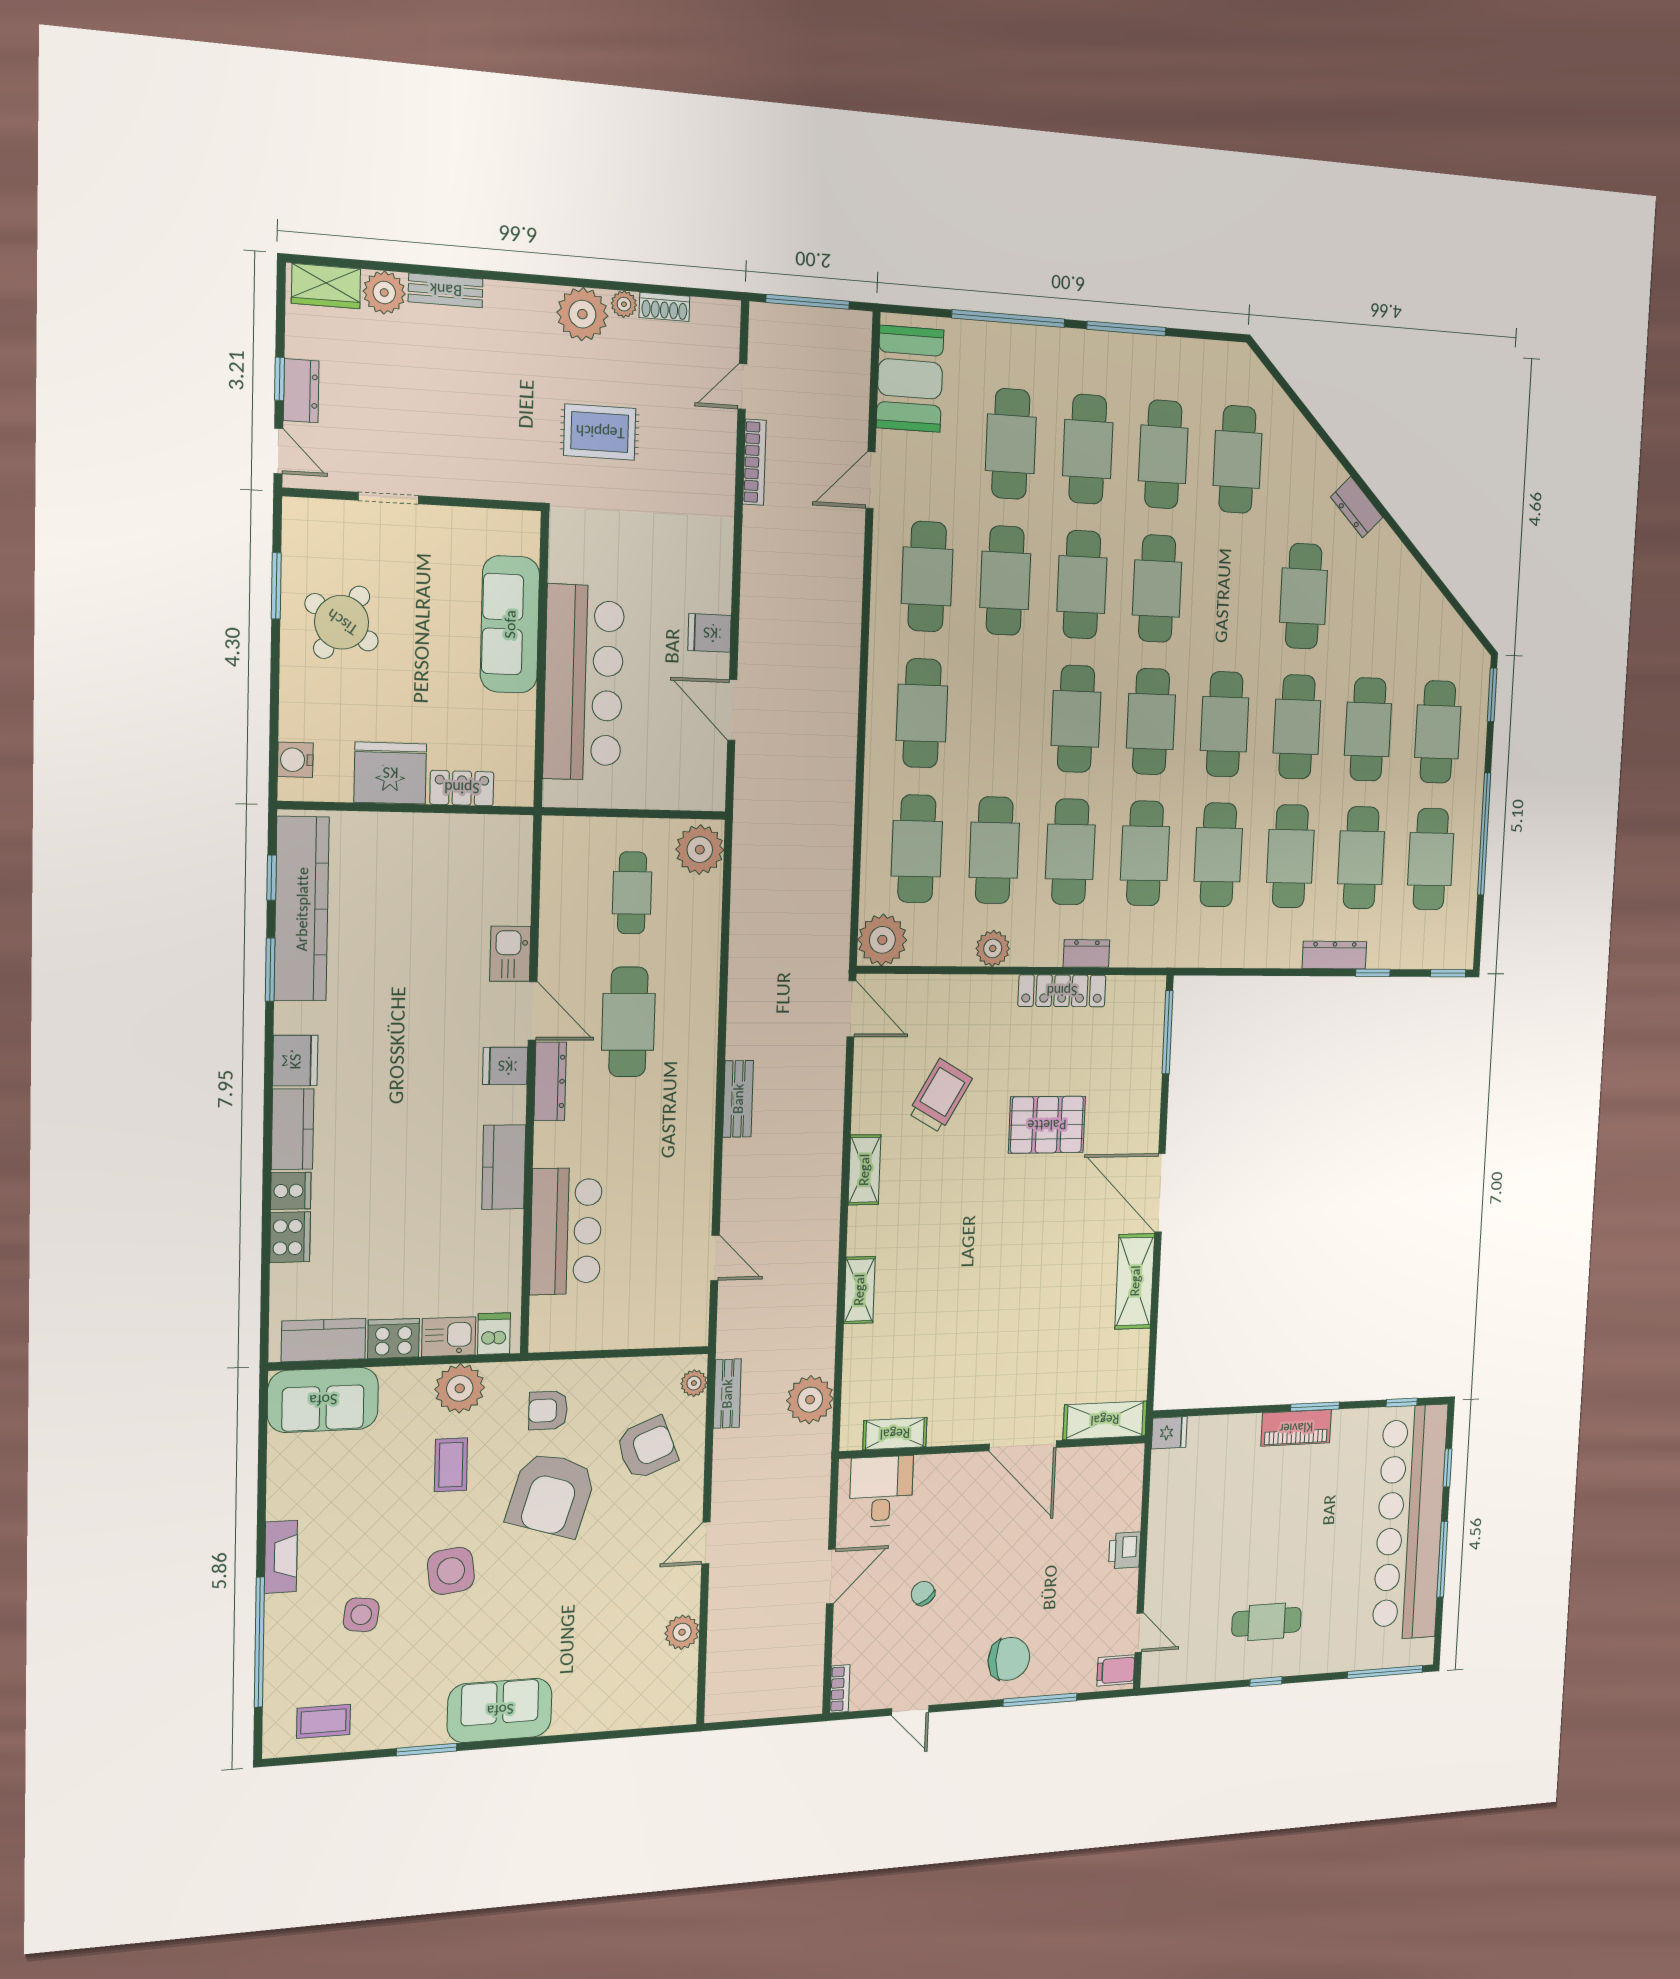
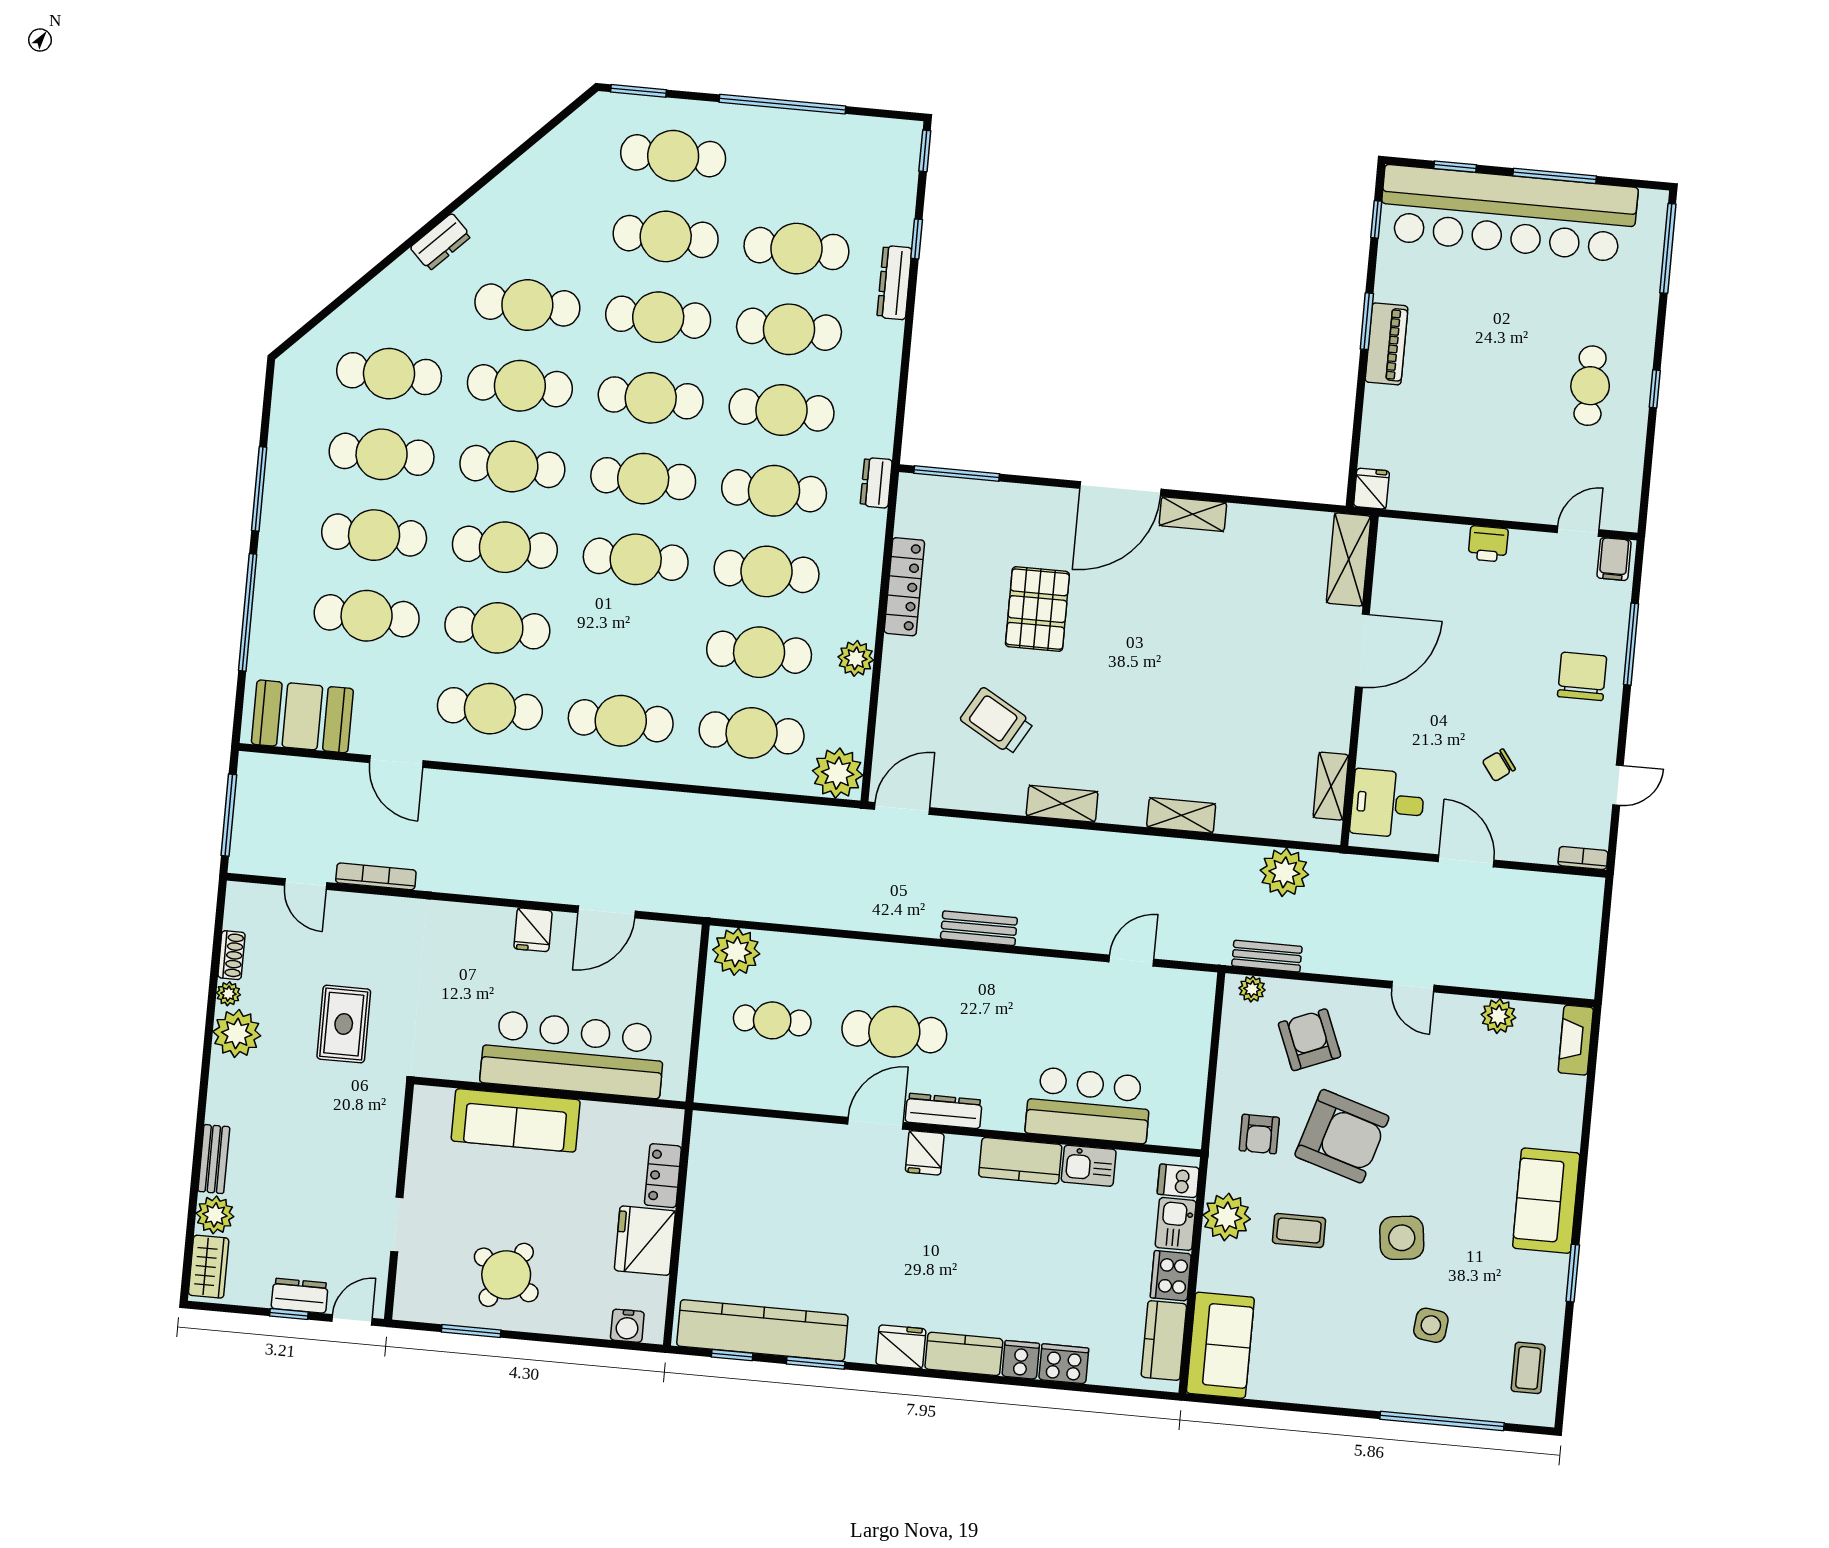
cafe table: (1431, 859) -> (520, 386), moved
dresser: (1086, 953) -> (876, 483), moved
kitchen sink: (510, 954) -> (1089, 1166), moved
shelving: (1135, 1281) -> (1193, 514), width x0.67, depth x0.75
fireplace: (281, 1557) -> (1576, 1040), moved, turned -90

